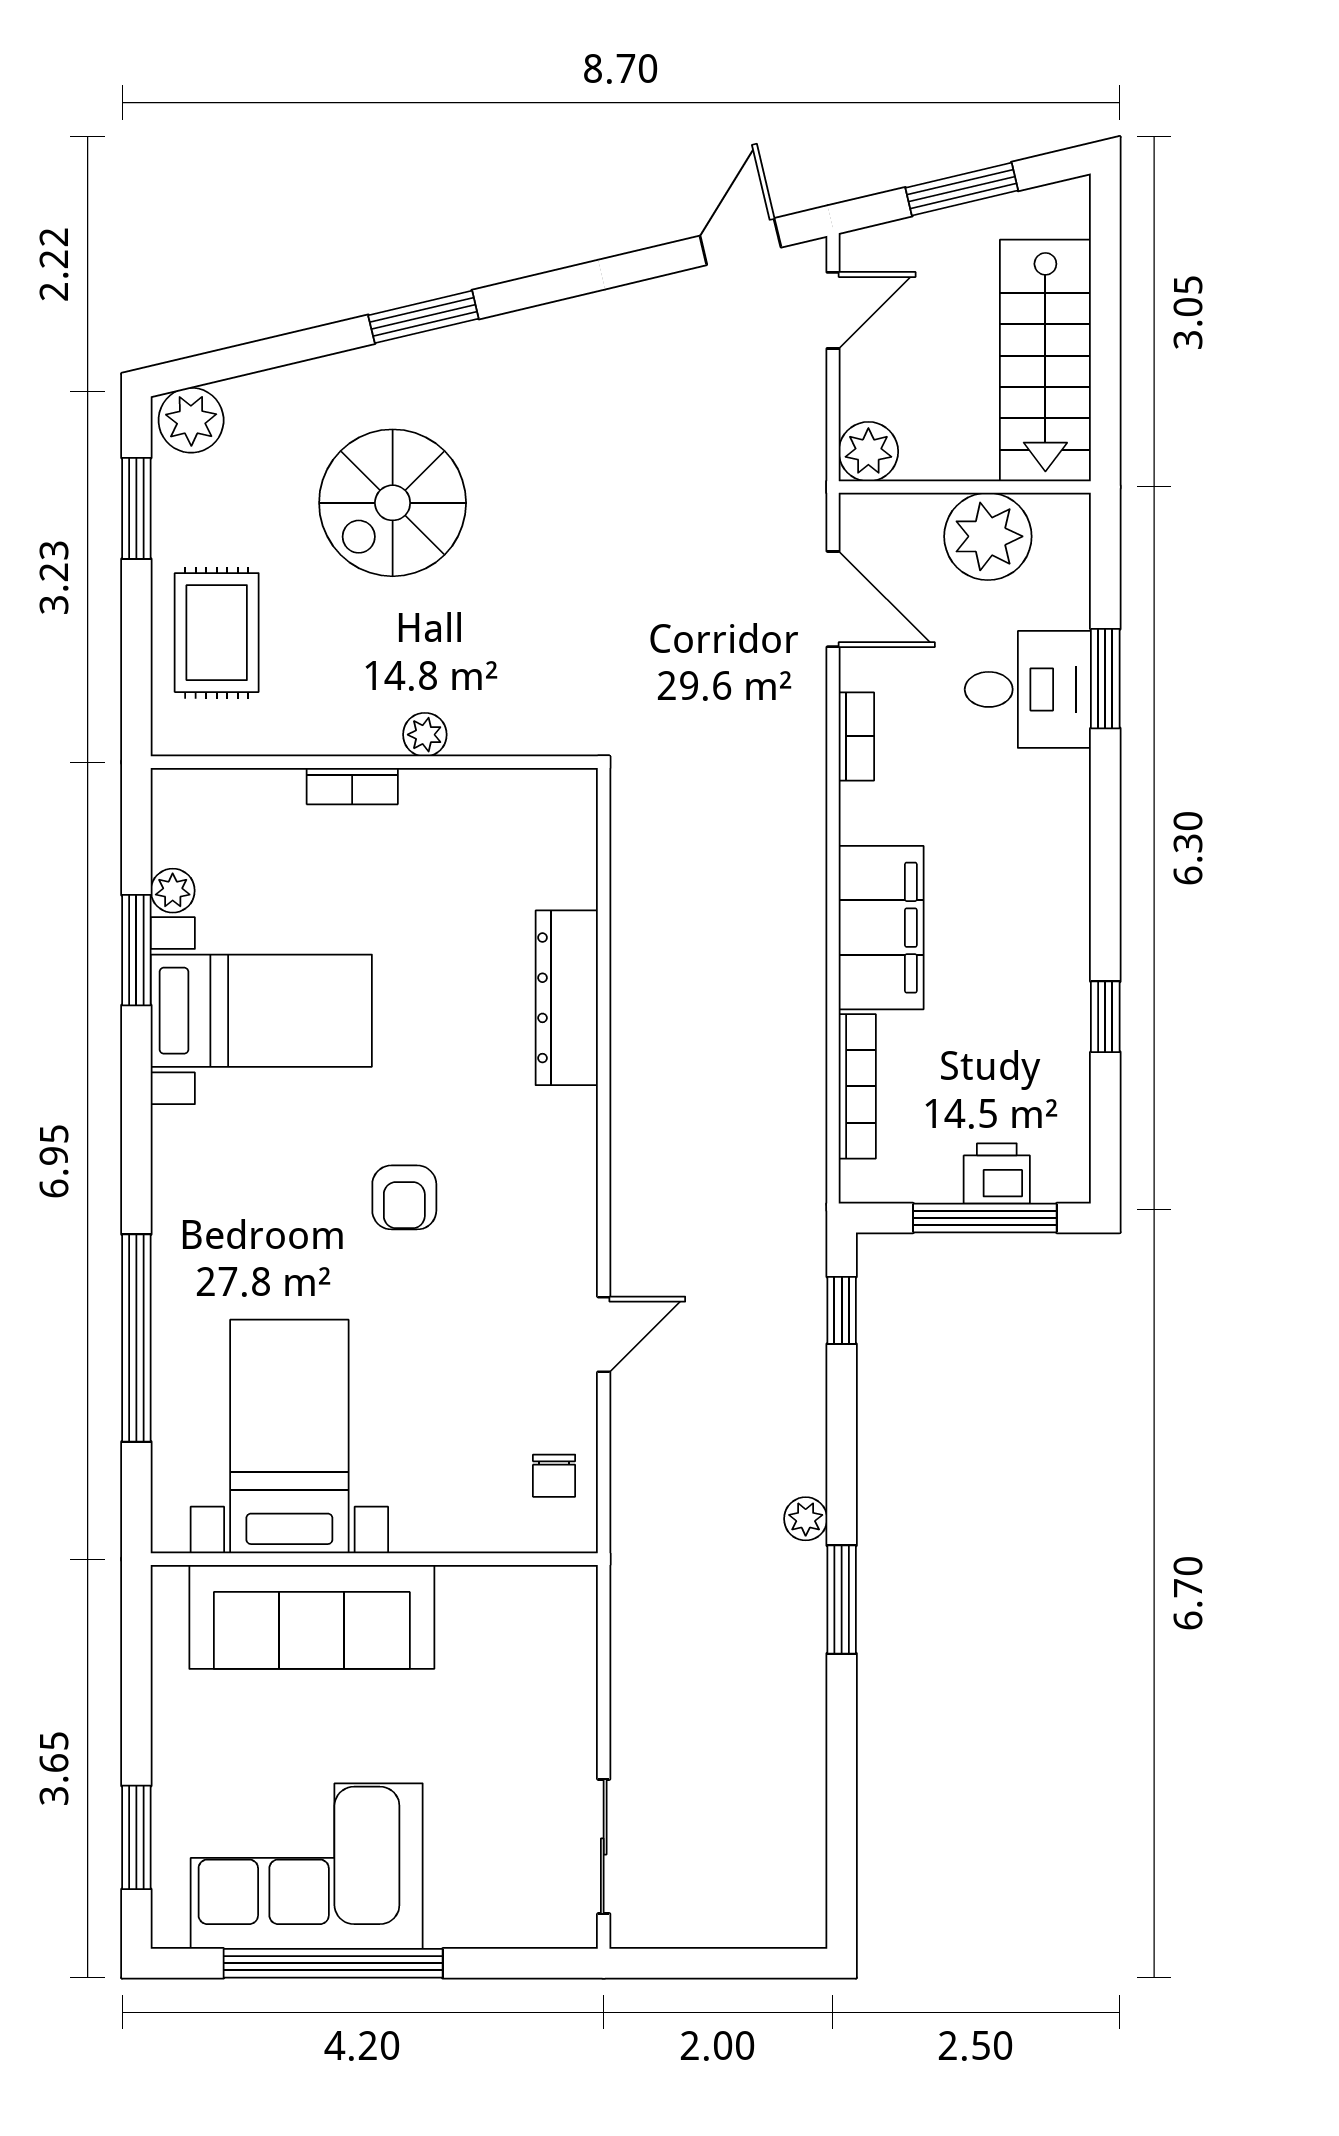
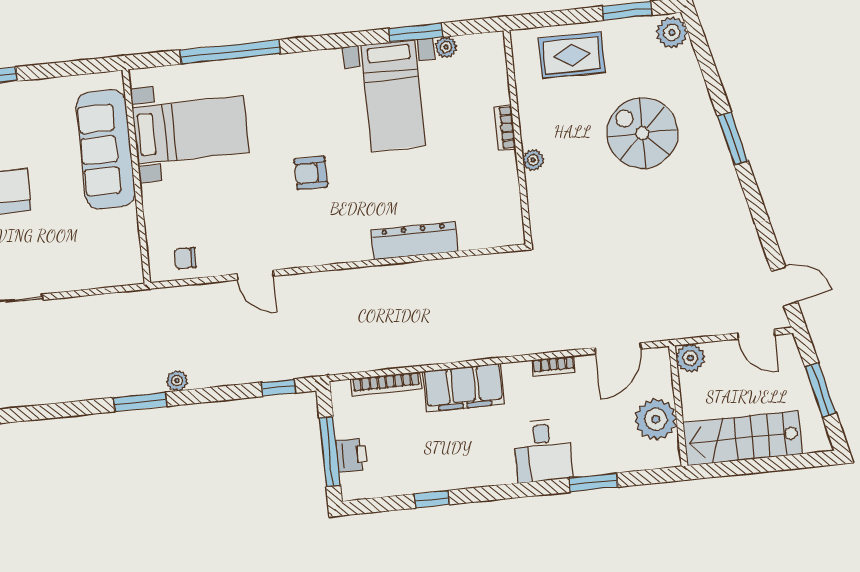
desk: (1028, 689) -> (543, 450), moved

